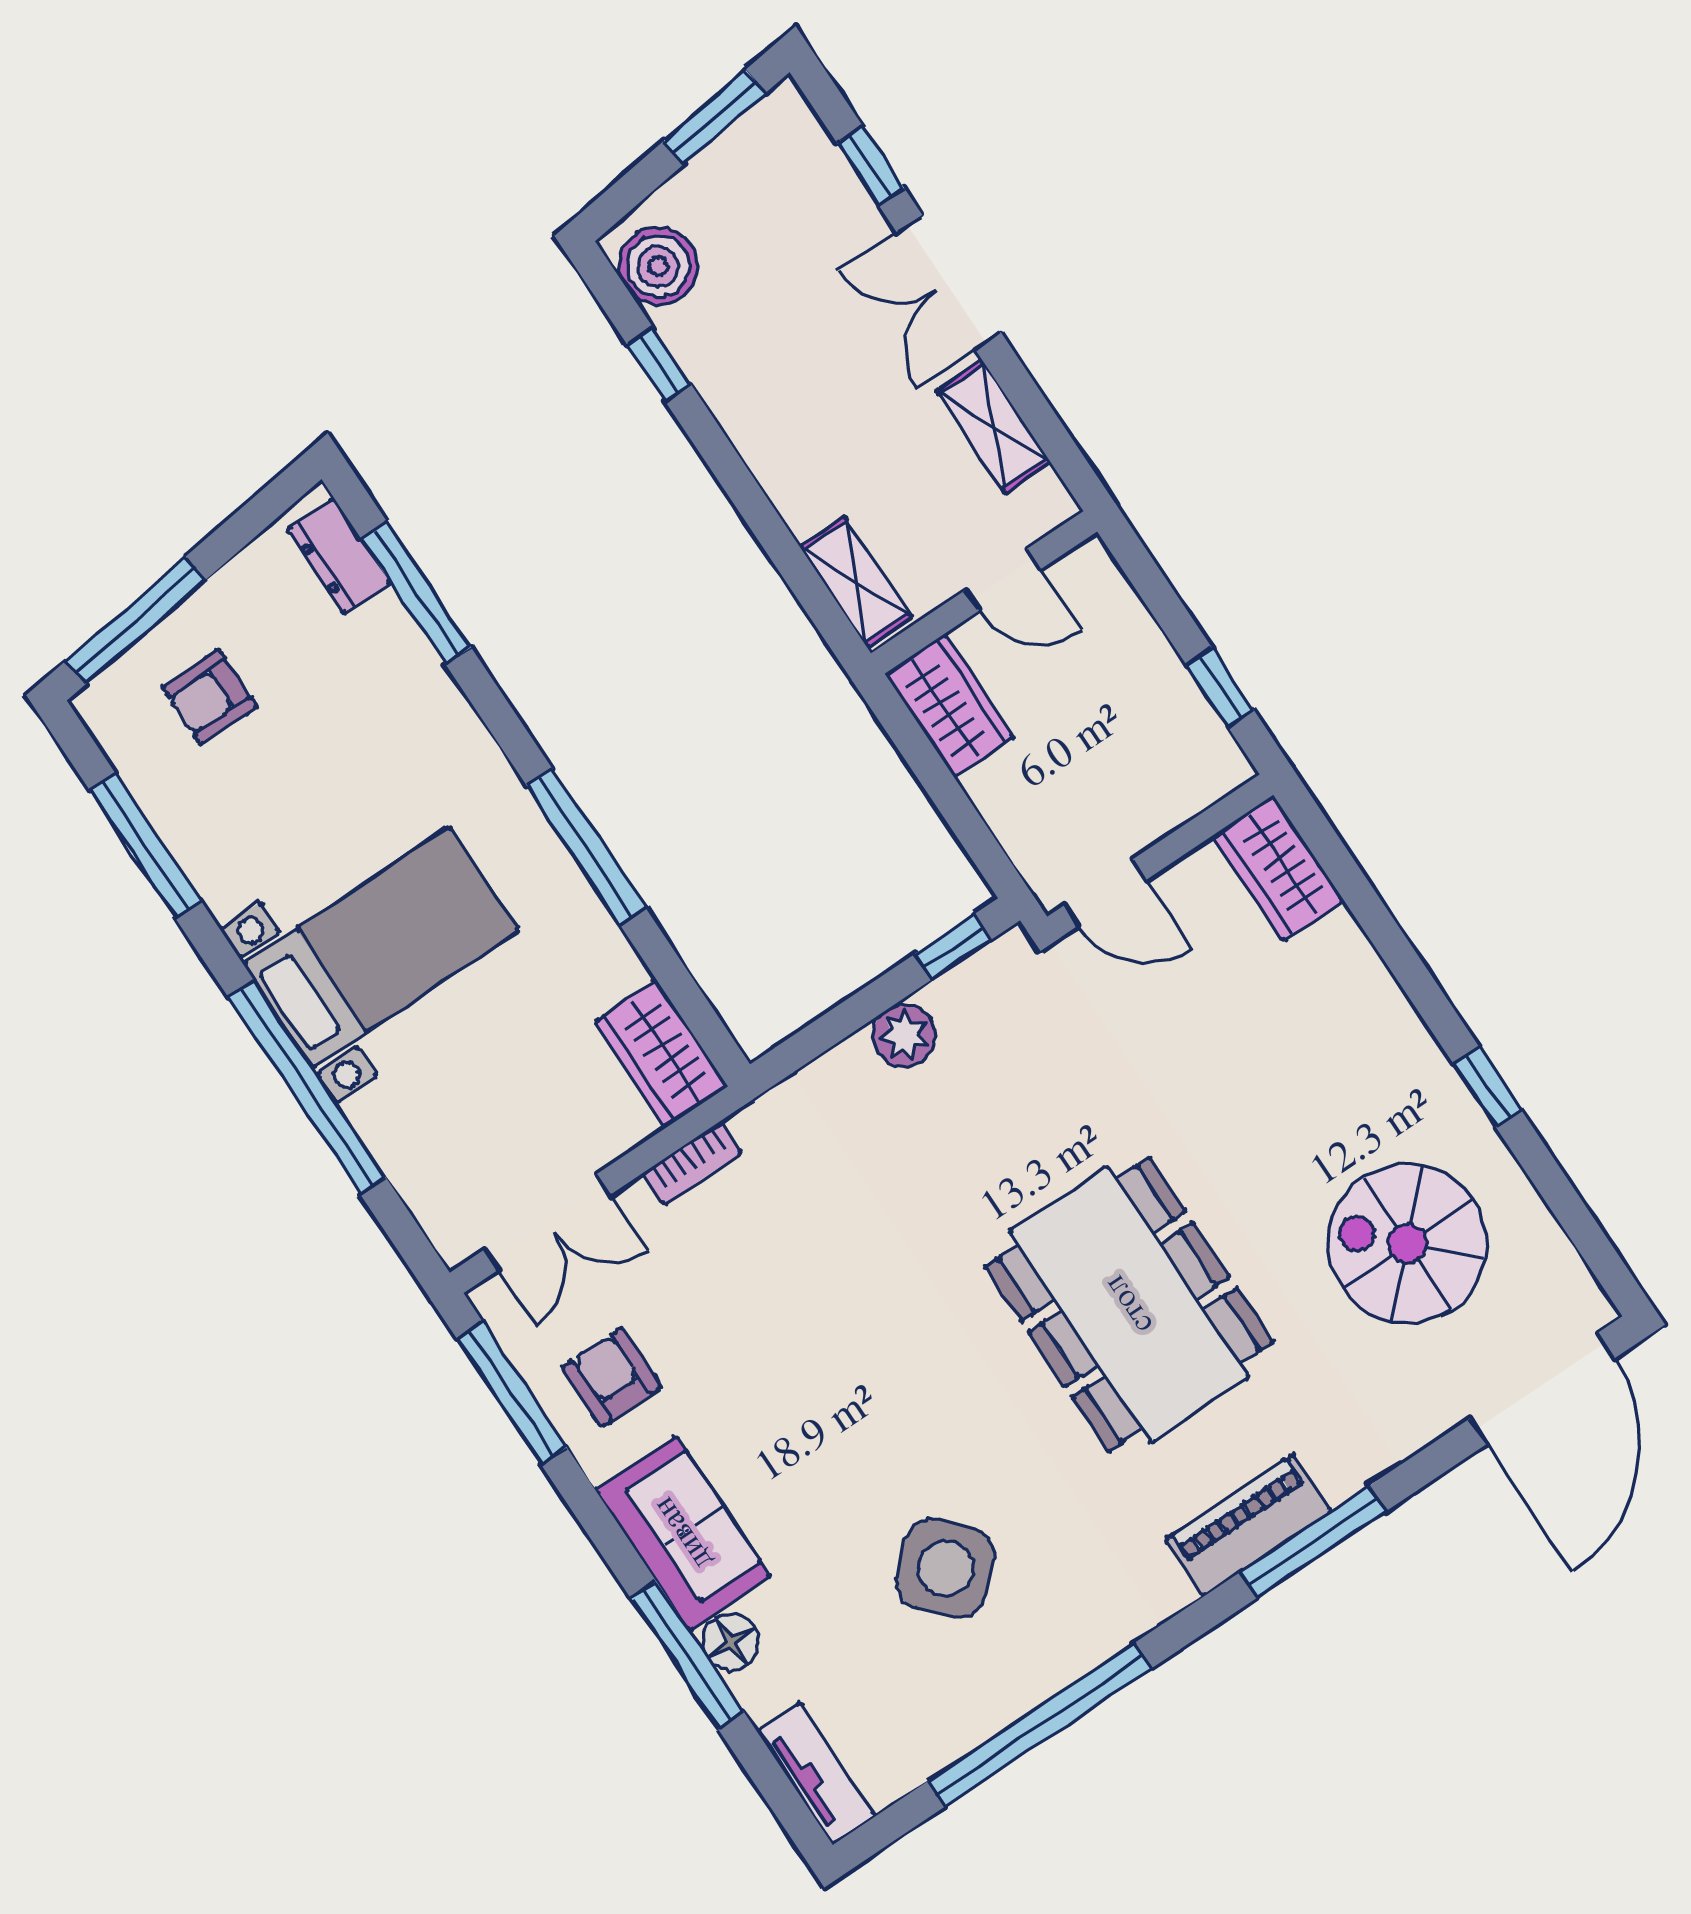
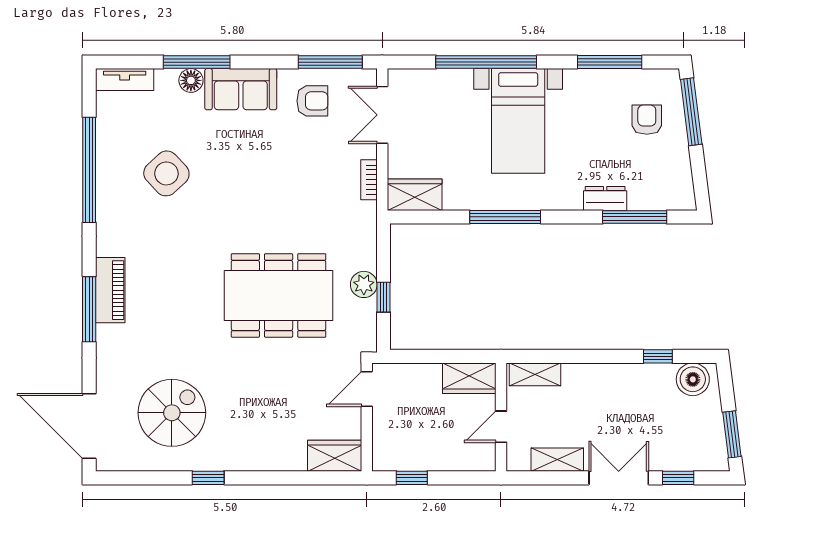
dresser: (339, 556) -> (605, 198), moved
window: (953, 947) -> (383, 297), moved
dining table: (1129, 1304) -> (279, 295), moved

